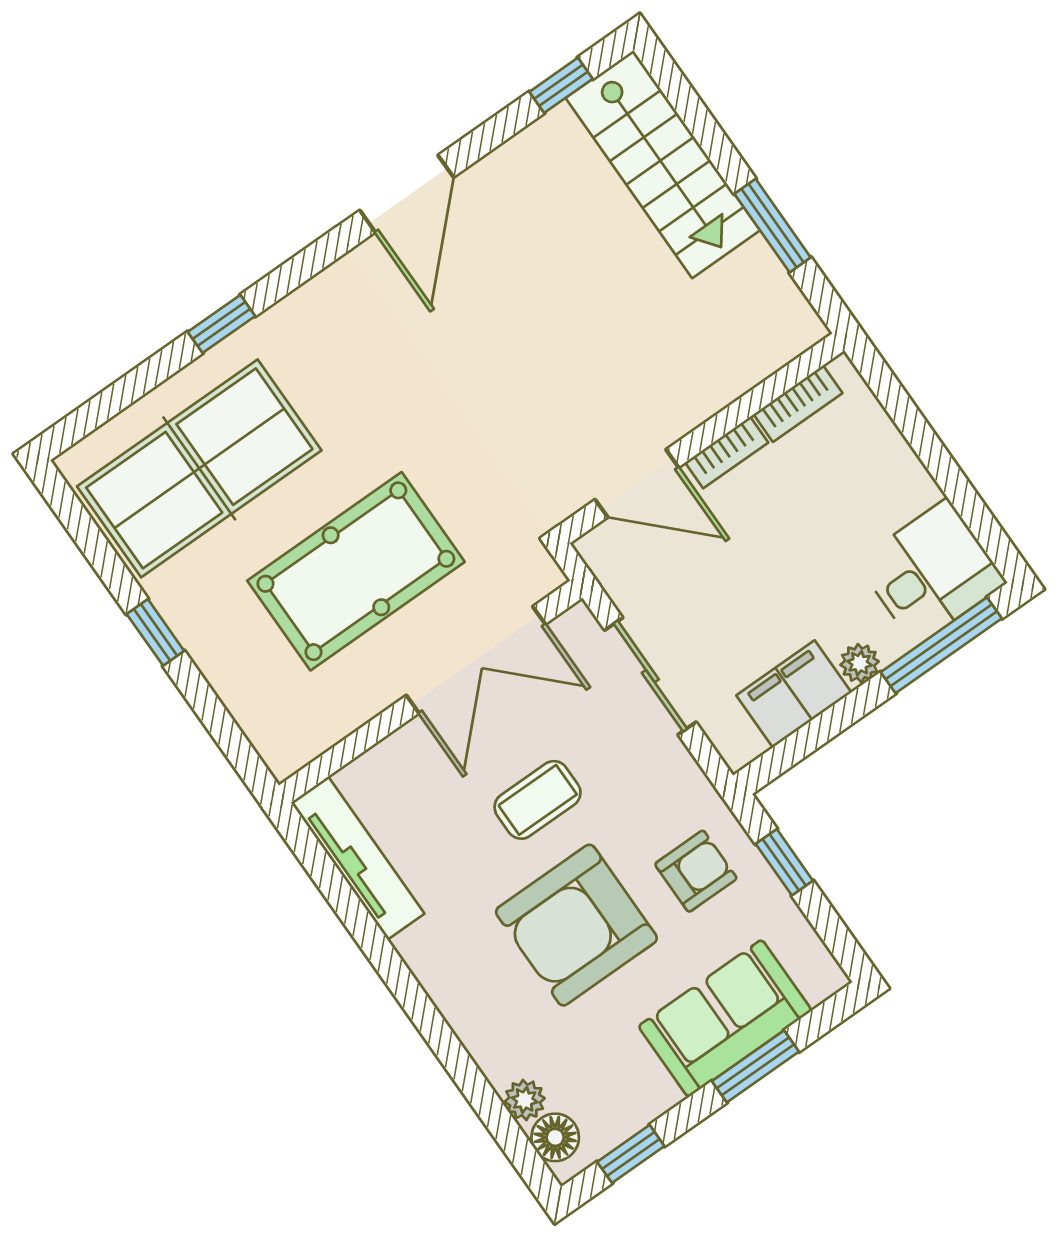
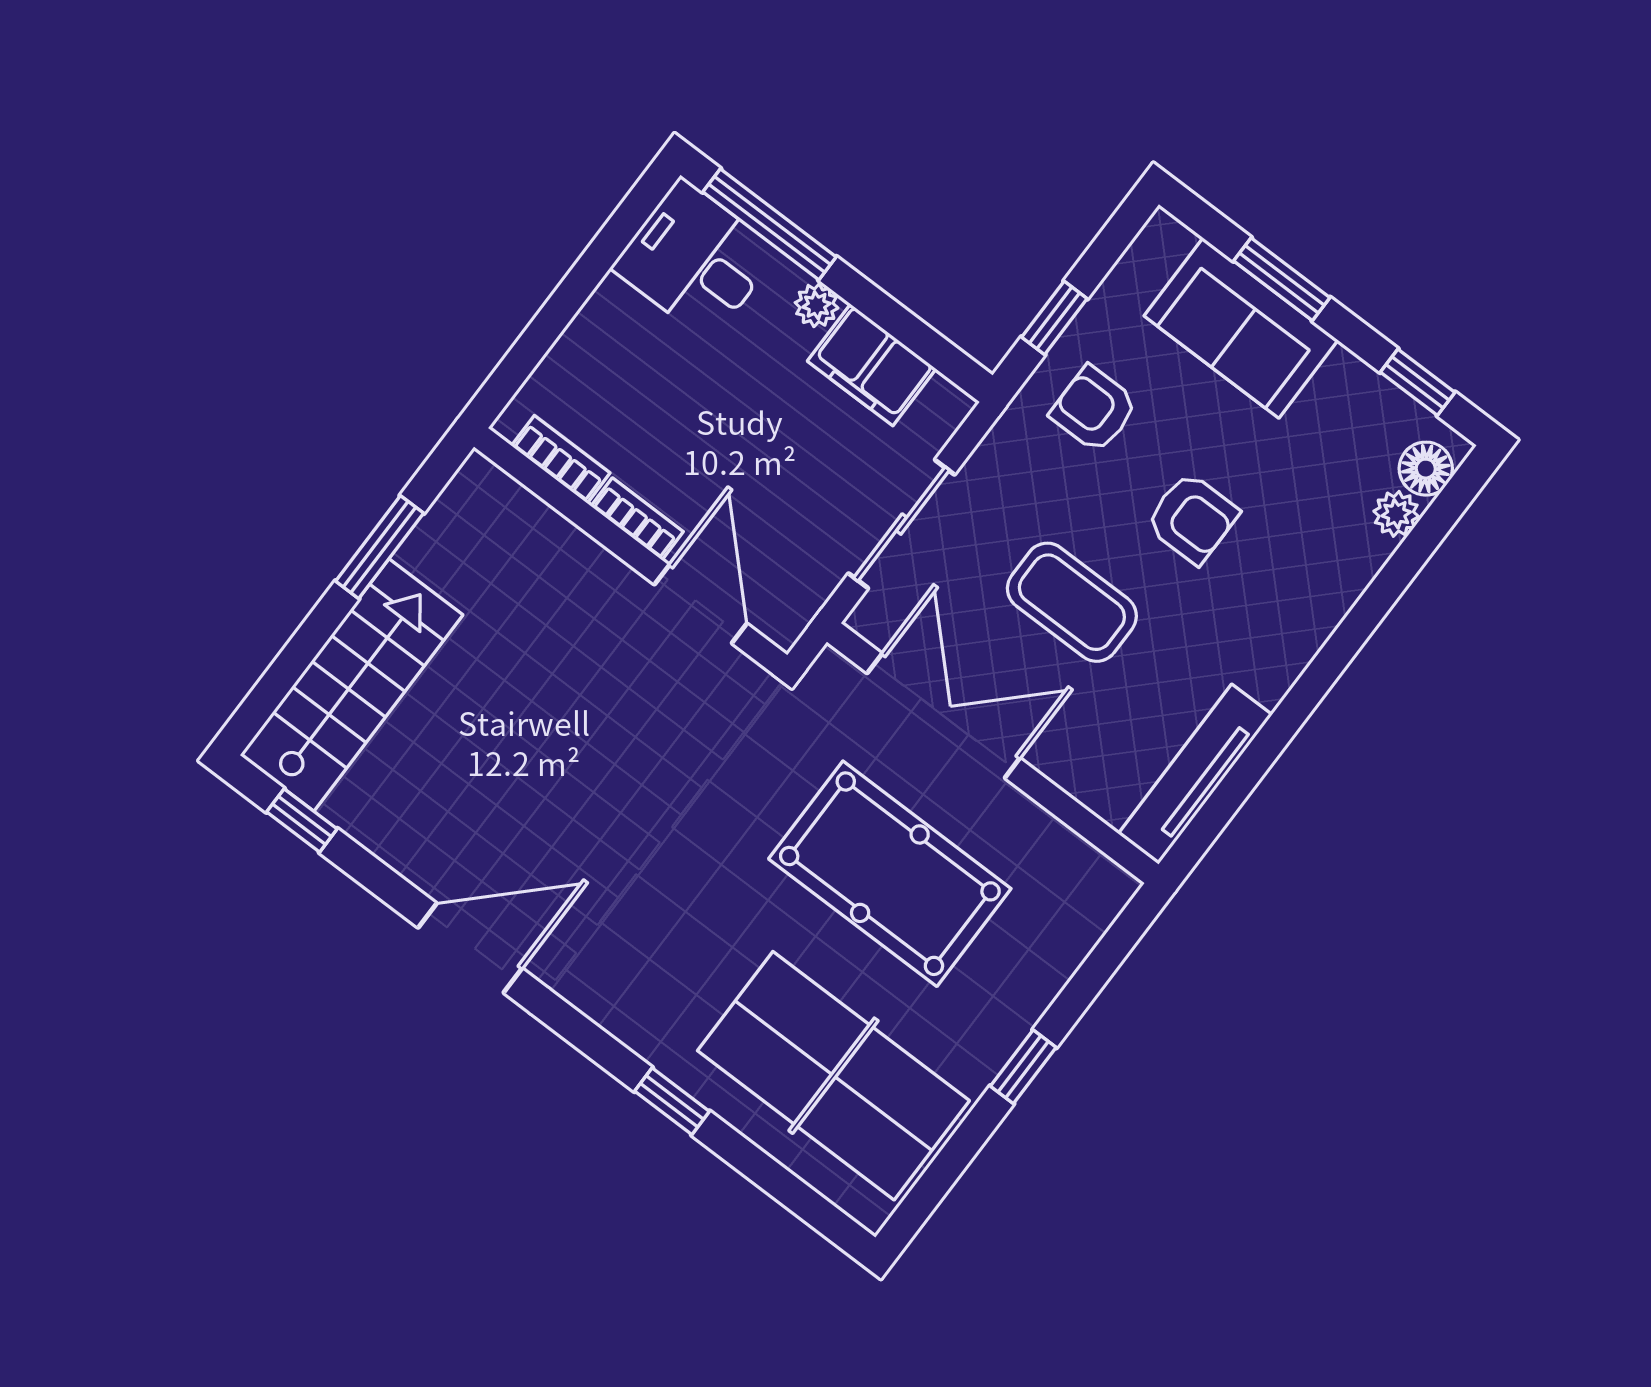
coffee table: (538, 800) -> (1072, 602), width x1.36, depth x1.30
armchair: (576, 925) -> (1192, 518), width x0.53, depth x0.53

